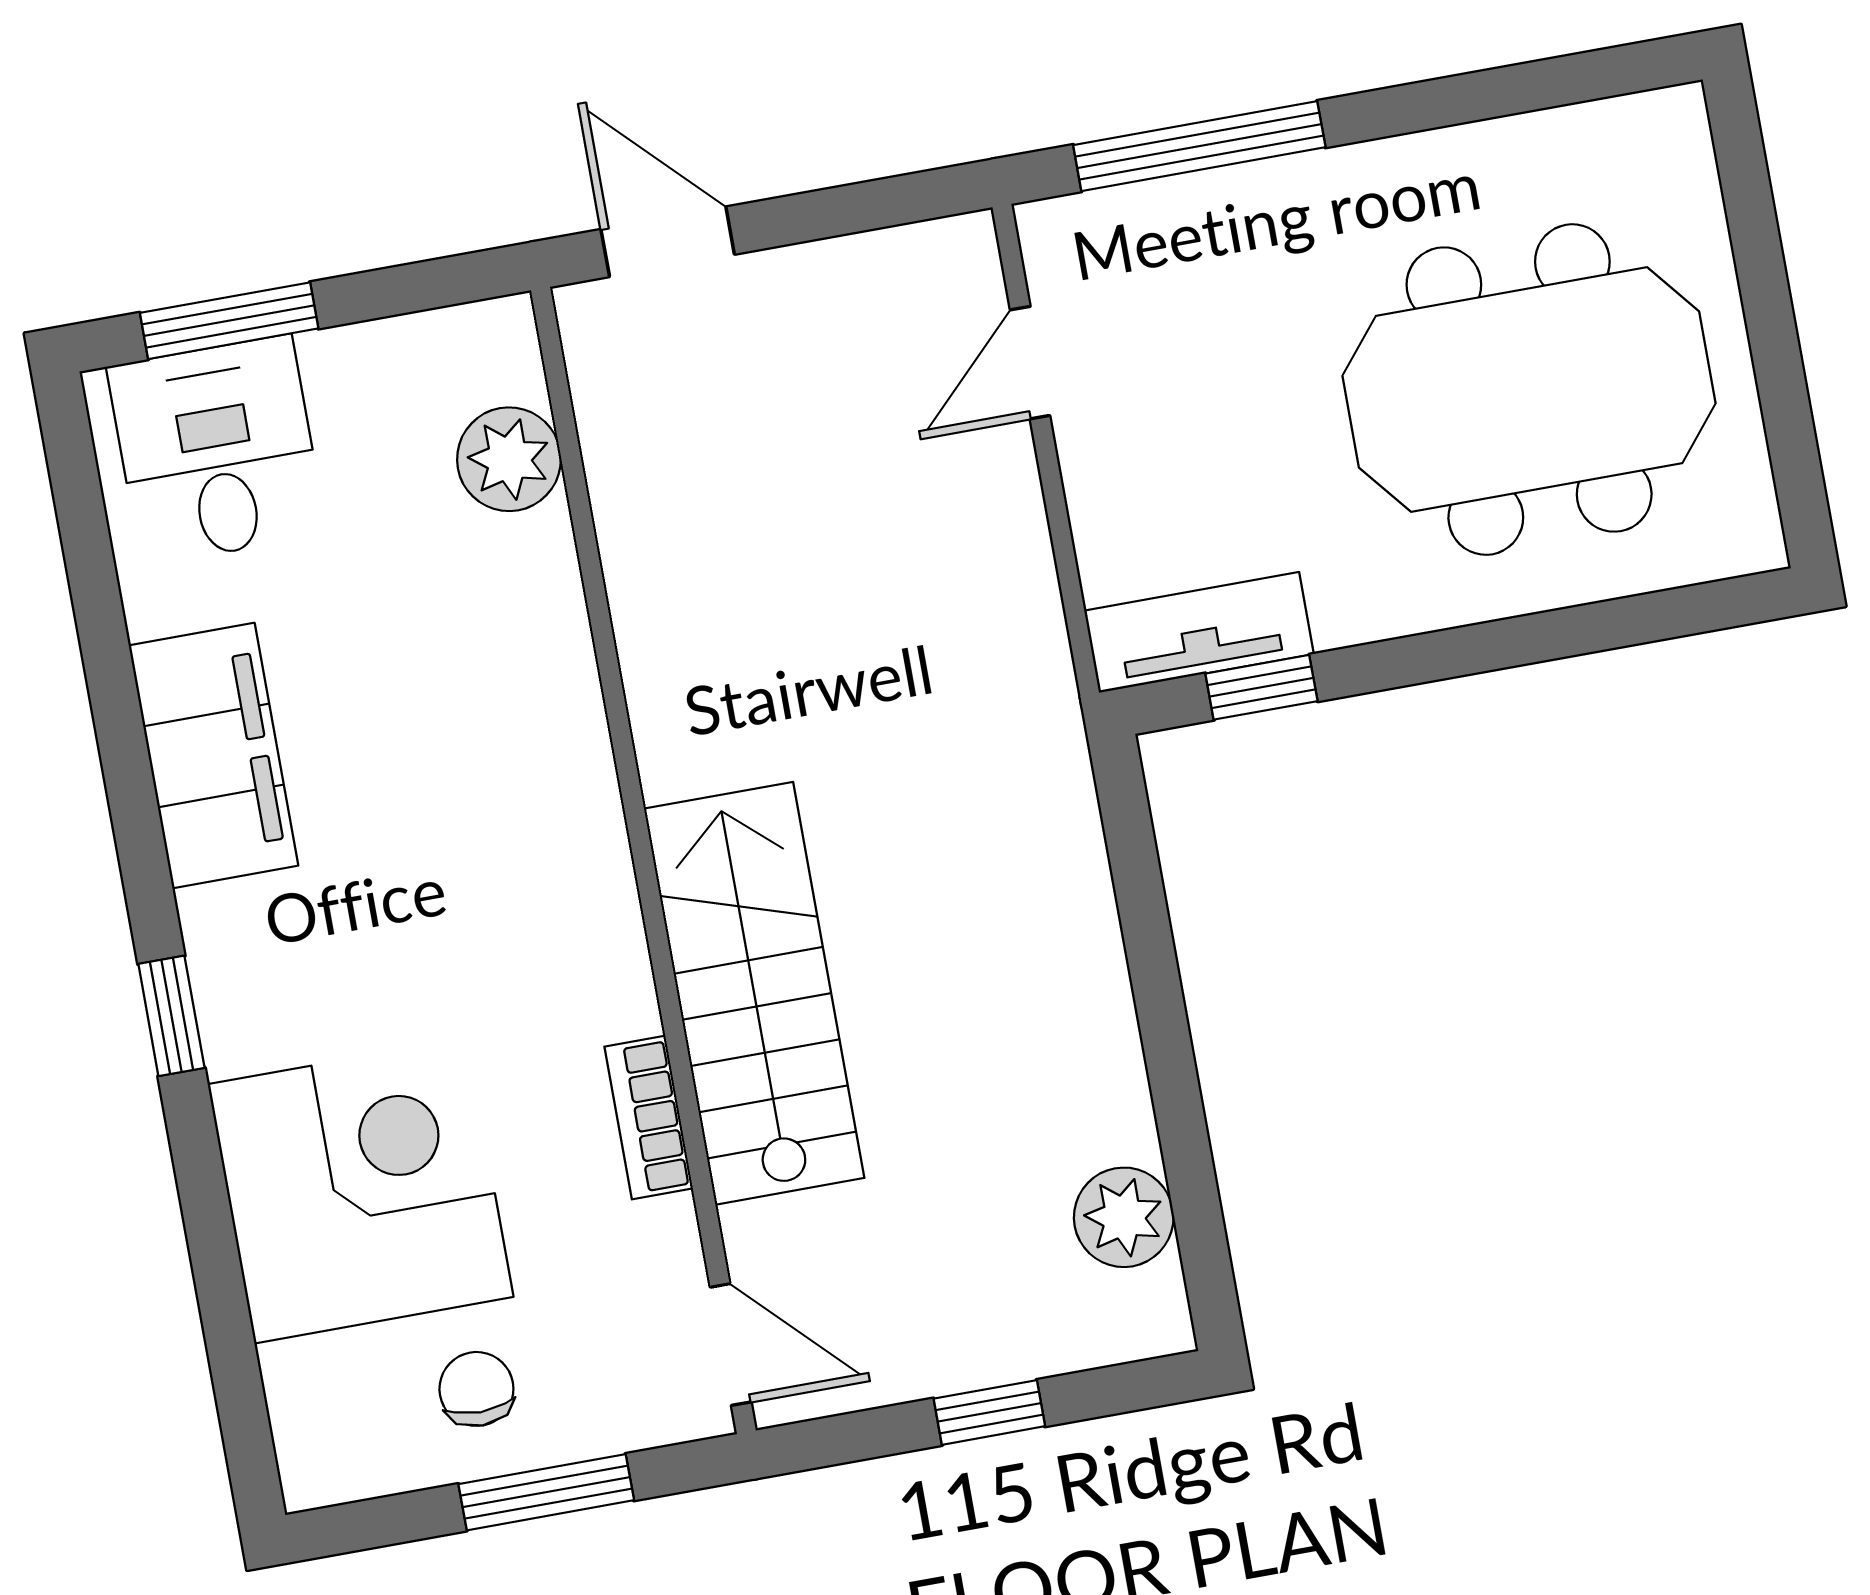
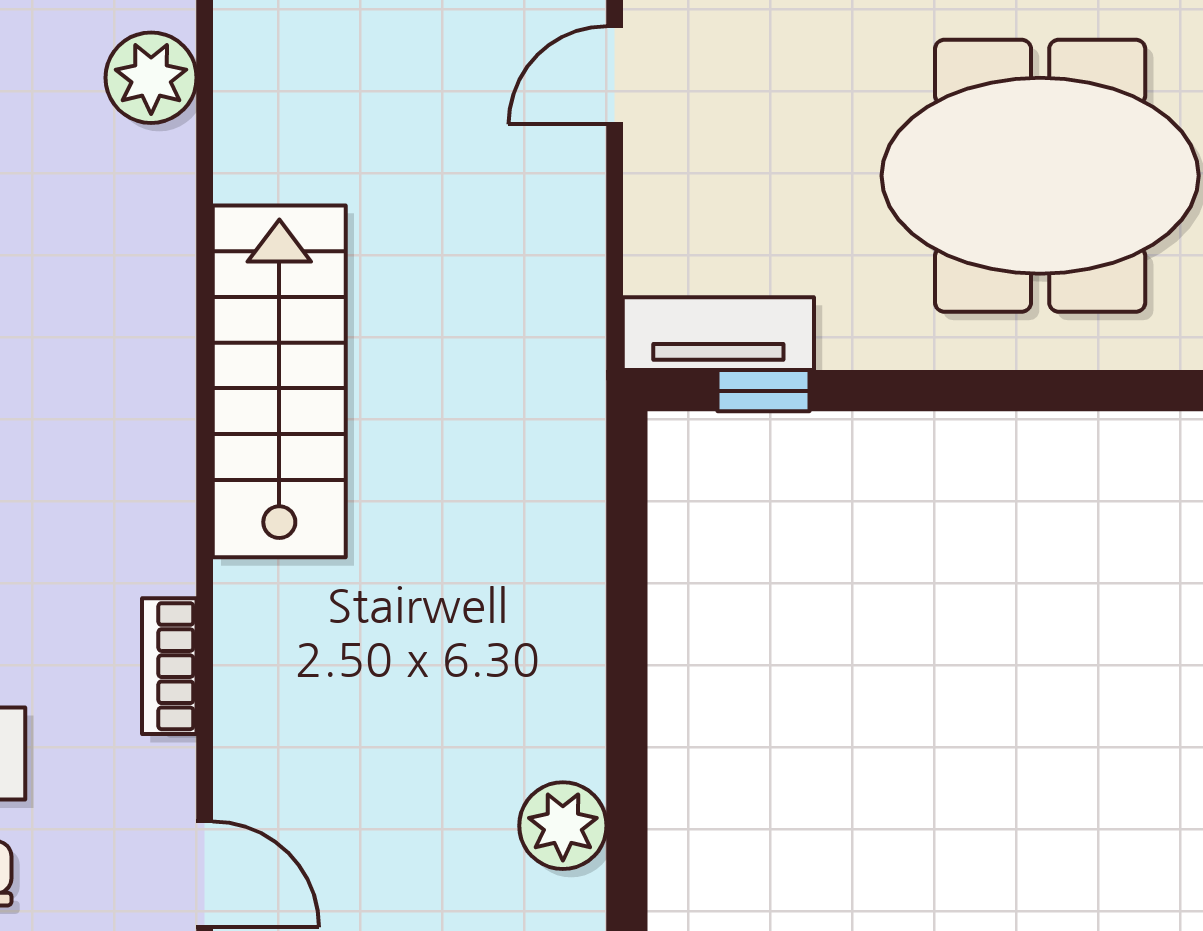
stairs: (754, 993) -> (279, 381), moved

